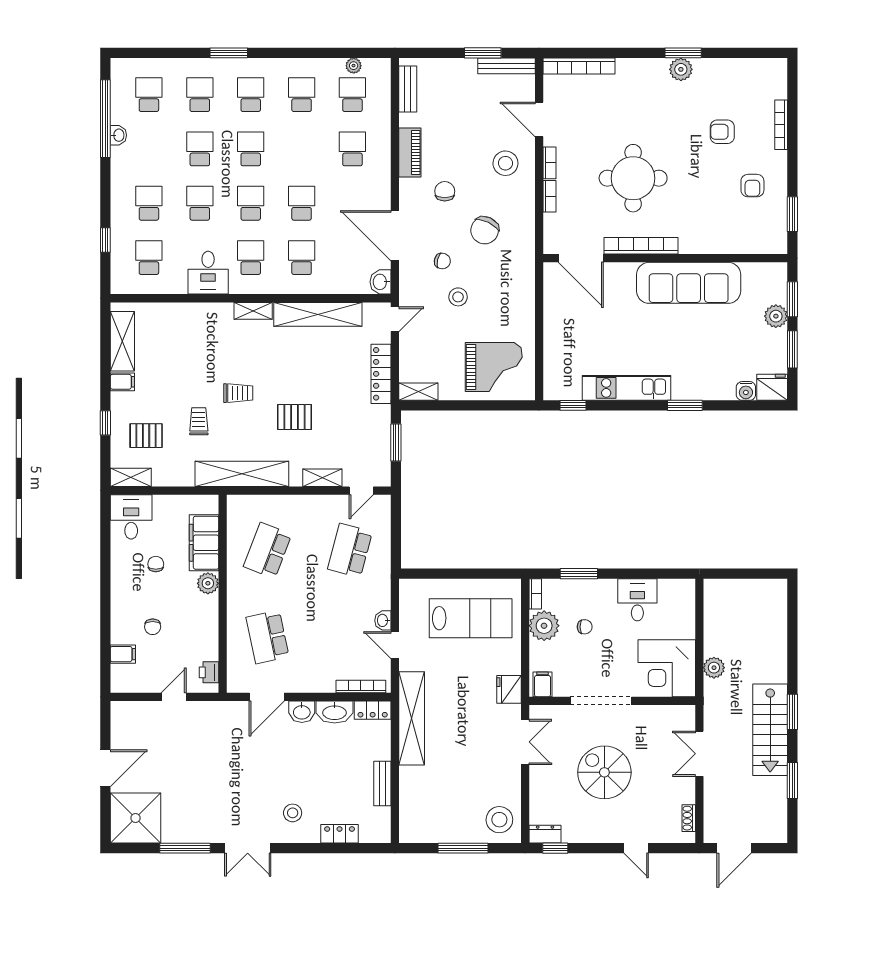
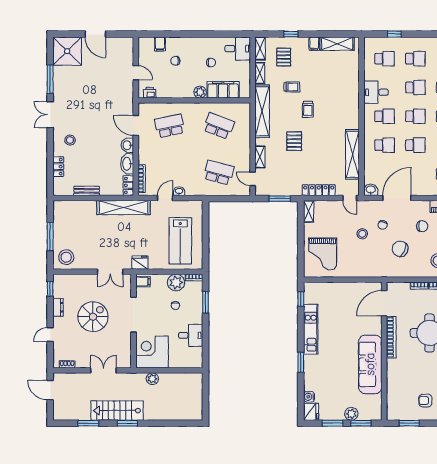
shelving: (253, 311) -> (260, 73), moved
dresser: (545, 834) -> (58, 307), moved

